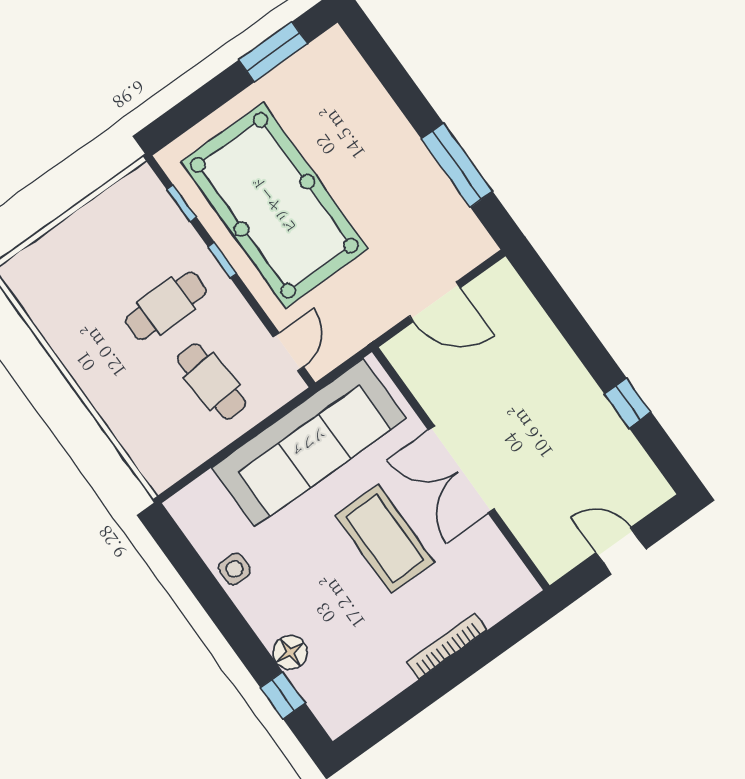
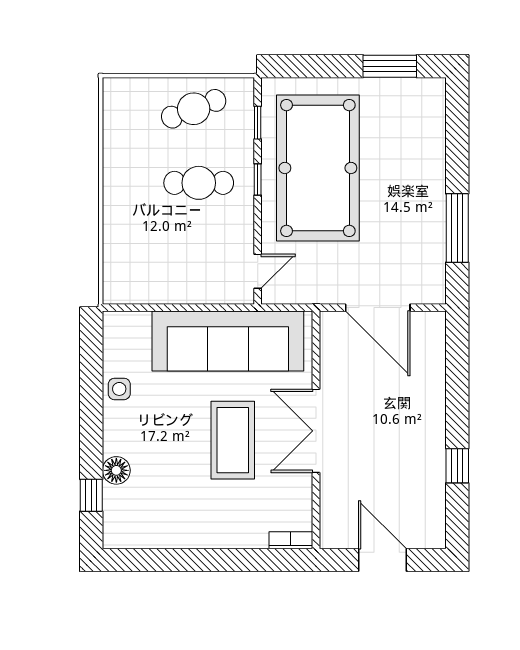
door: (435, 302) -> (378, 308), width x1.36
cafe table: (211, 381) -> (194, 109), moved, turned 73
door: (621, 551) -> (383, 560), width x1.38
bookcase: (447, 646) -> (291, 540), moved, width x0.64

